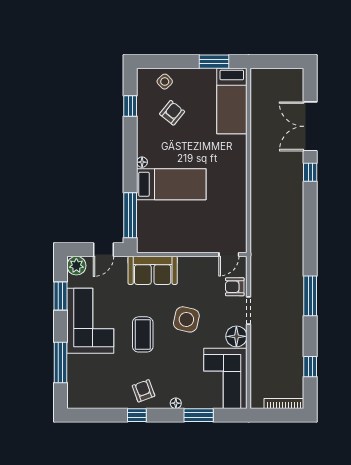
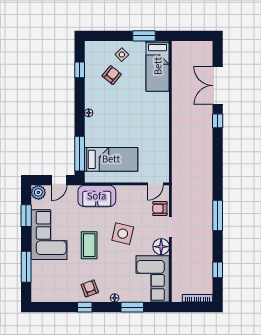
side table: (165, 82) -> (122, 55), moved
bed: (171, 184) -> (111, 159), moved

